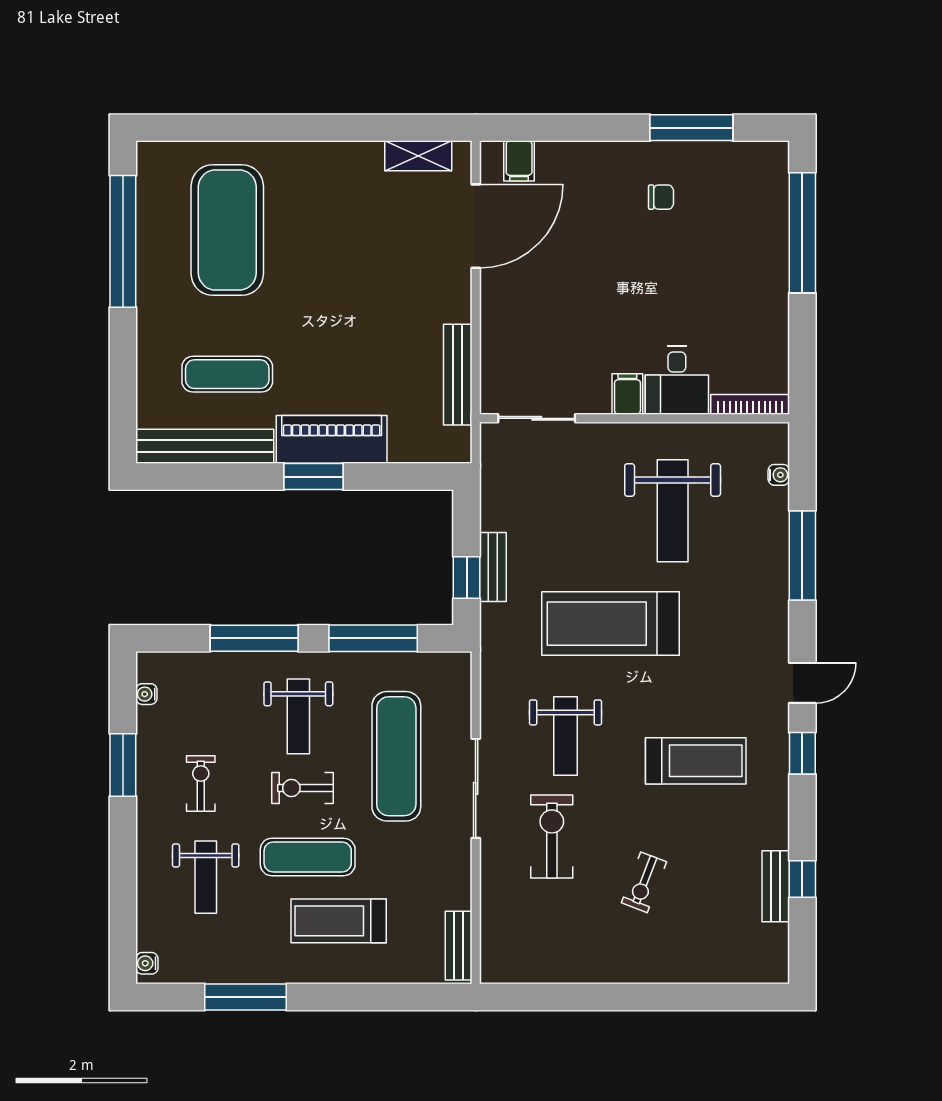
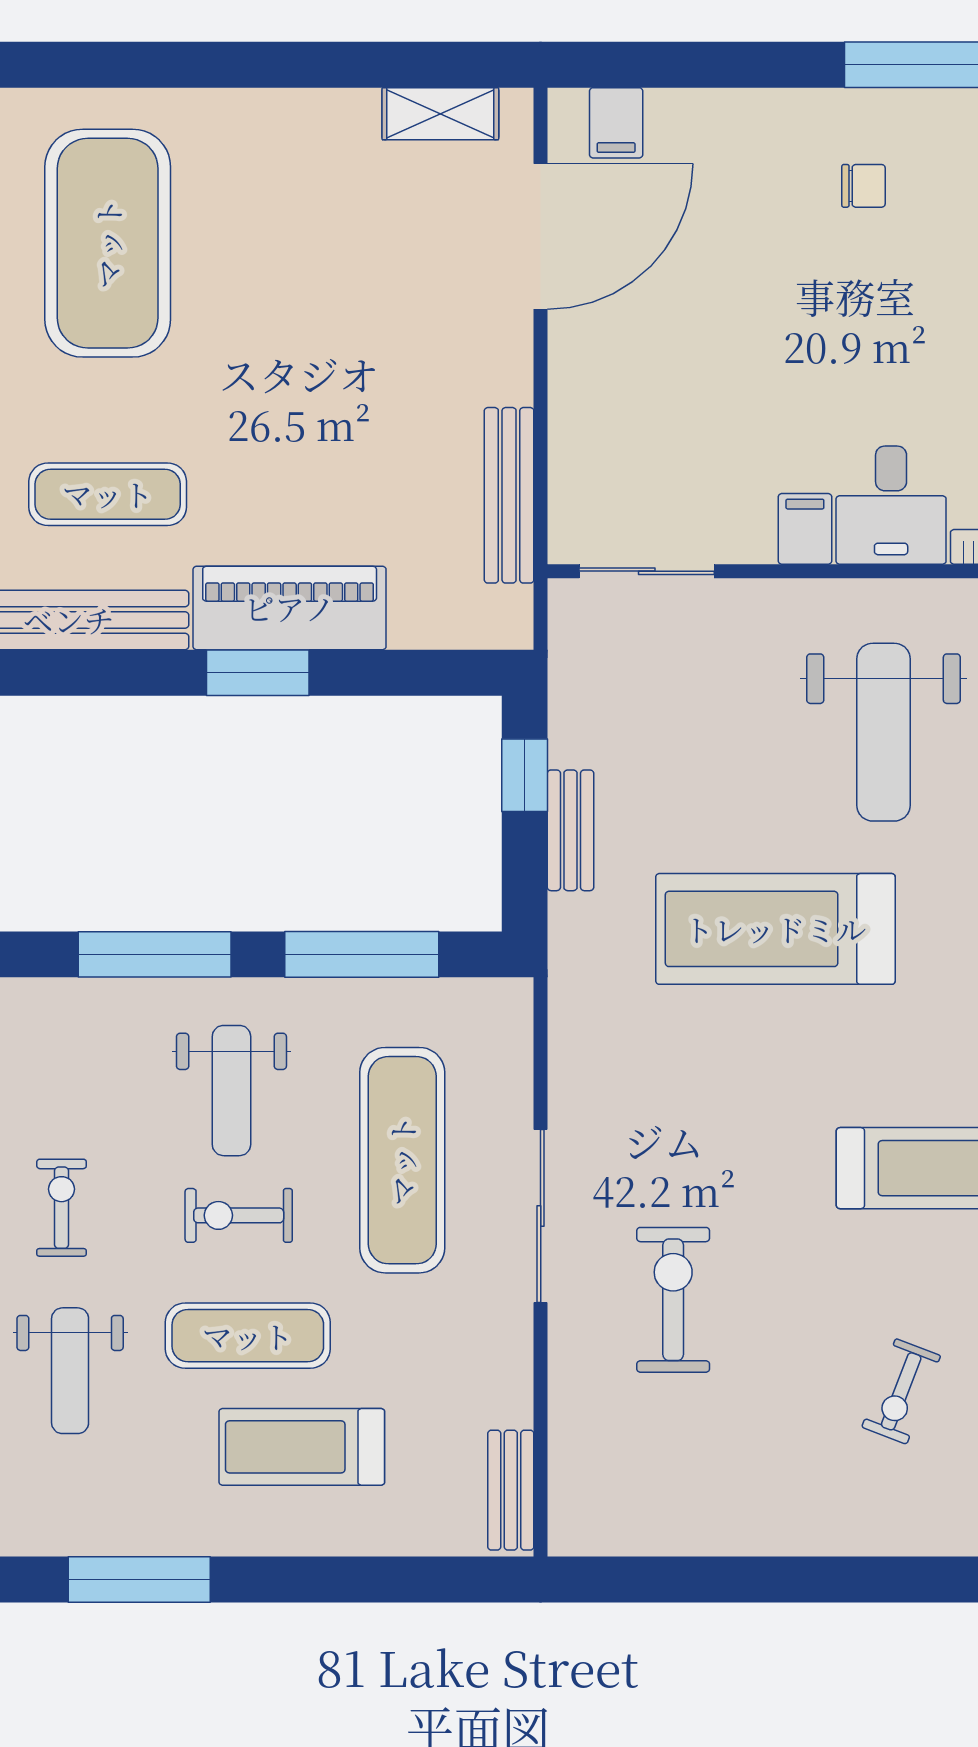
window: (467, 577) -> (525, 775), moved
weight bench: (566, 736) -> (697, 1125), removed
exercise bike: (644, 882) -> (901, 1391), moved

